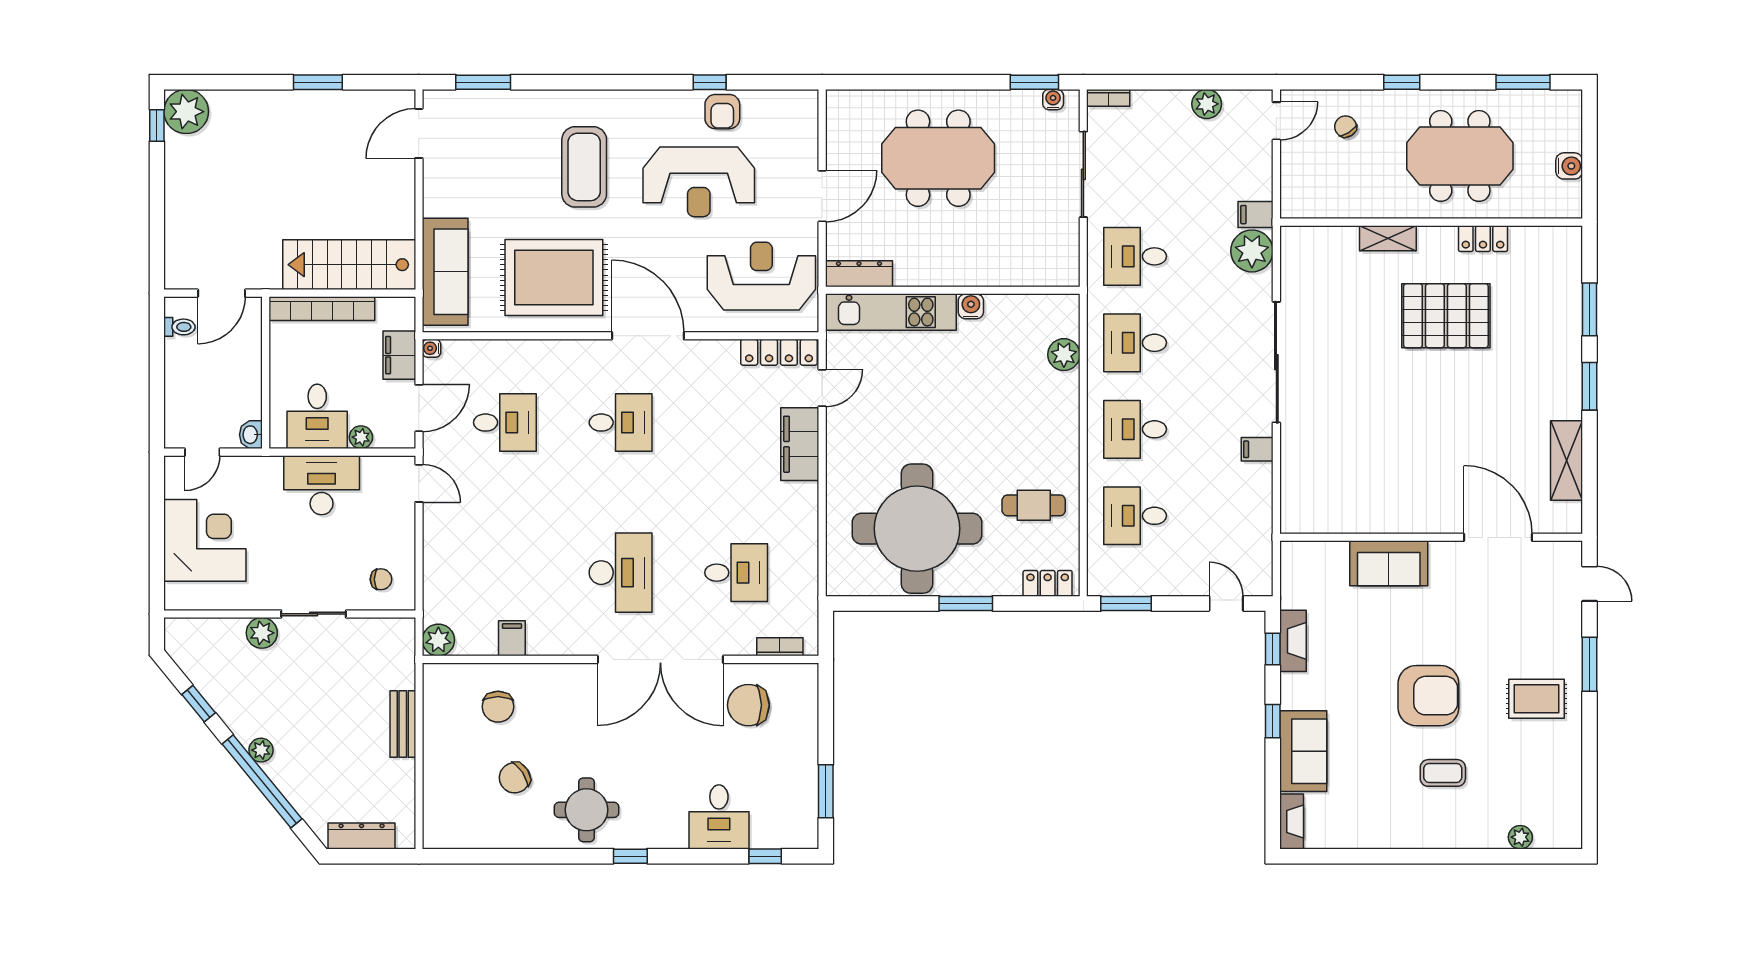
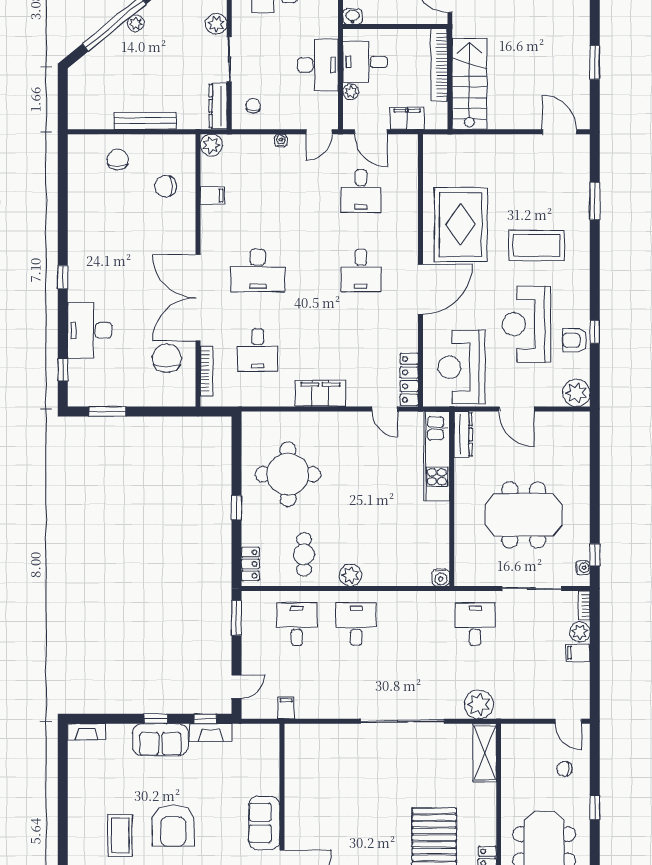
window: (483, 82) -> (595, 201), moved
window: (1034, 82) -> (595, 555), width x0.67
plant: (1207, 104) -> (580, 632), moved
plant: (799, 109) -> (576, 393), added
chair: (1346, 127) -> (564, 769), turned -148
meeting table: (938, 158) -> (524, 515), moved, turned 90
filing cabinet: (1256, 215) -> (578, 653), moved, turned -90
shelving: (1388, 238) -> (485, 753), moved, width x1.50, depth x1.33
sofa: (445, 272) -> (465, 150), removed
reception desk: (761, 276) -> (462, 367), turned 180
water cooler: (971, 306) -> (441, 578), moved, turned 90
desk: (1135, 343) -> (416, 624), removed
water cooler: (431, 348) -> (281, 140), moved
plant: (1064, 355) -> (351, 575), moved
filing cabinet: (800, 444) -> (320, 394), moved
filing cabinet: (1257, 449) -> (286, 708), moved
round table: (917, 529) -> (288, 474), width x0.73, depth x0.73
sofa: (1389, 563) -> (264, 823), moved
chair: (381, 579) -> (253, 106), turned 180
window: (966, 603) -> (237, 508), width x0.67
bookcase: (780, 647) -> (207, 371), width x1.56
bench: (403, 724) -> (145, 121), width x1.36
sofa: (1303, 751) -> (160, 740), moved
coffee table: (1443, 773) -> (120, 836), width x1.36, depth x1.30
chair: (515, 778) -> (118, 159), moved, turned 33
round table: (587, 810) -> (95, 247), removed
desk: (719, 817) -> (90, 330), width x1.37
dresser: (362, 836) -> (218, 106), moved, turned 180

